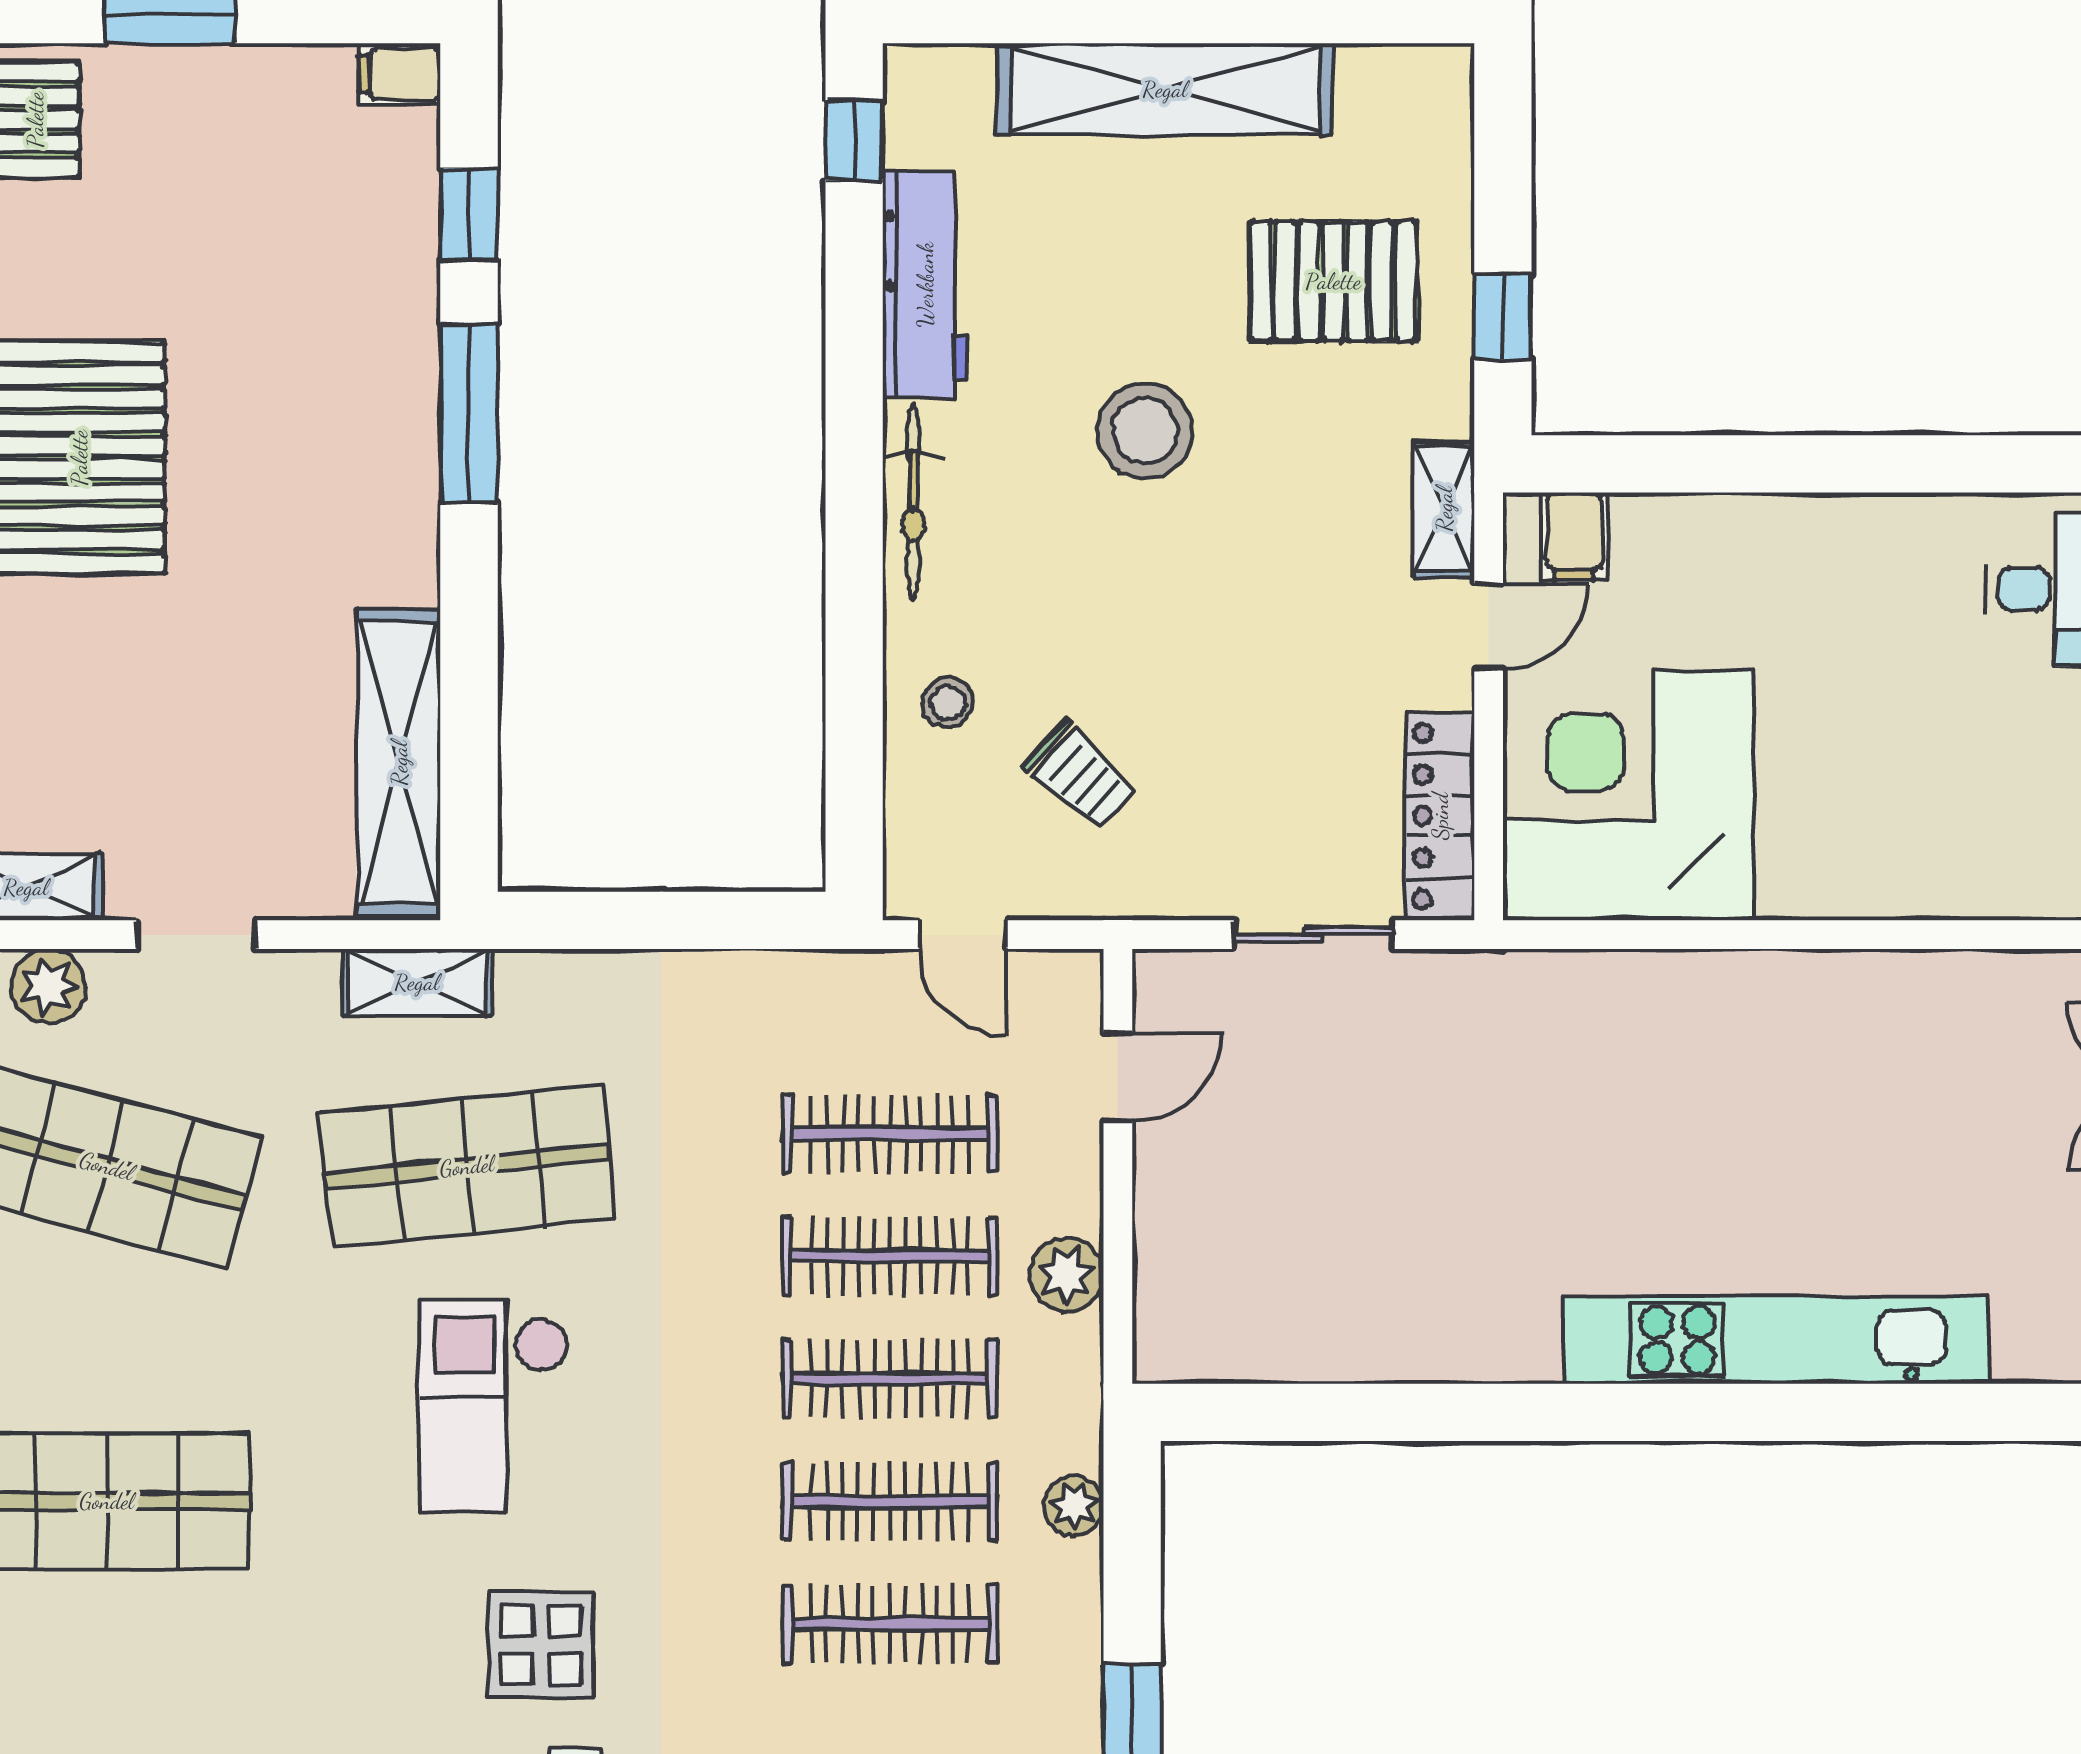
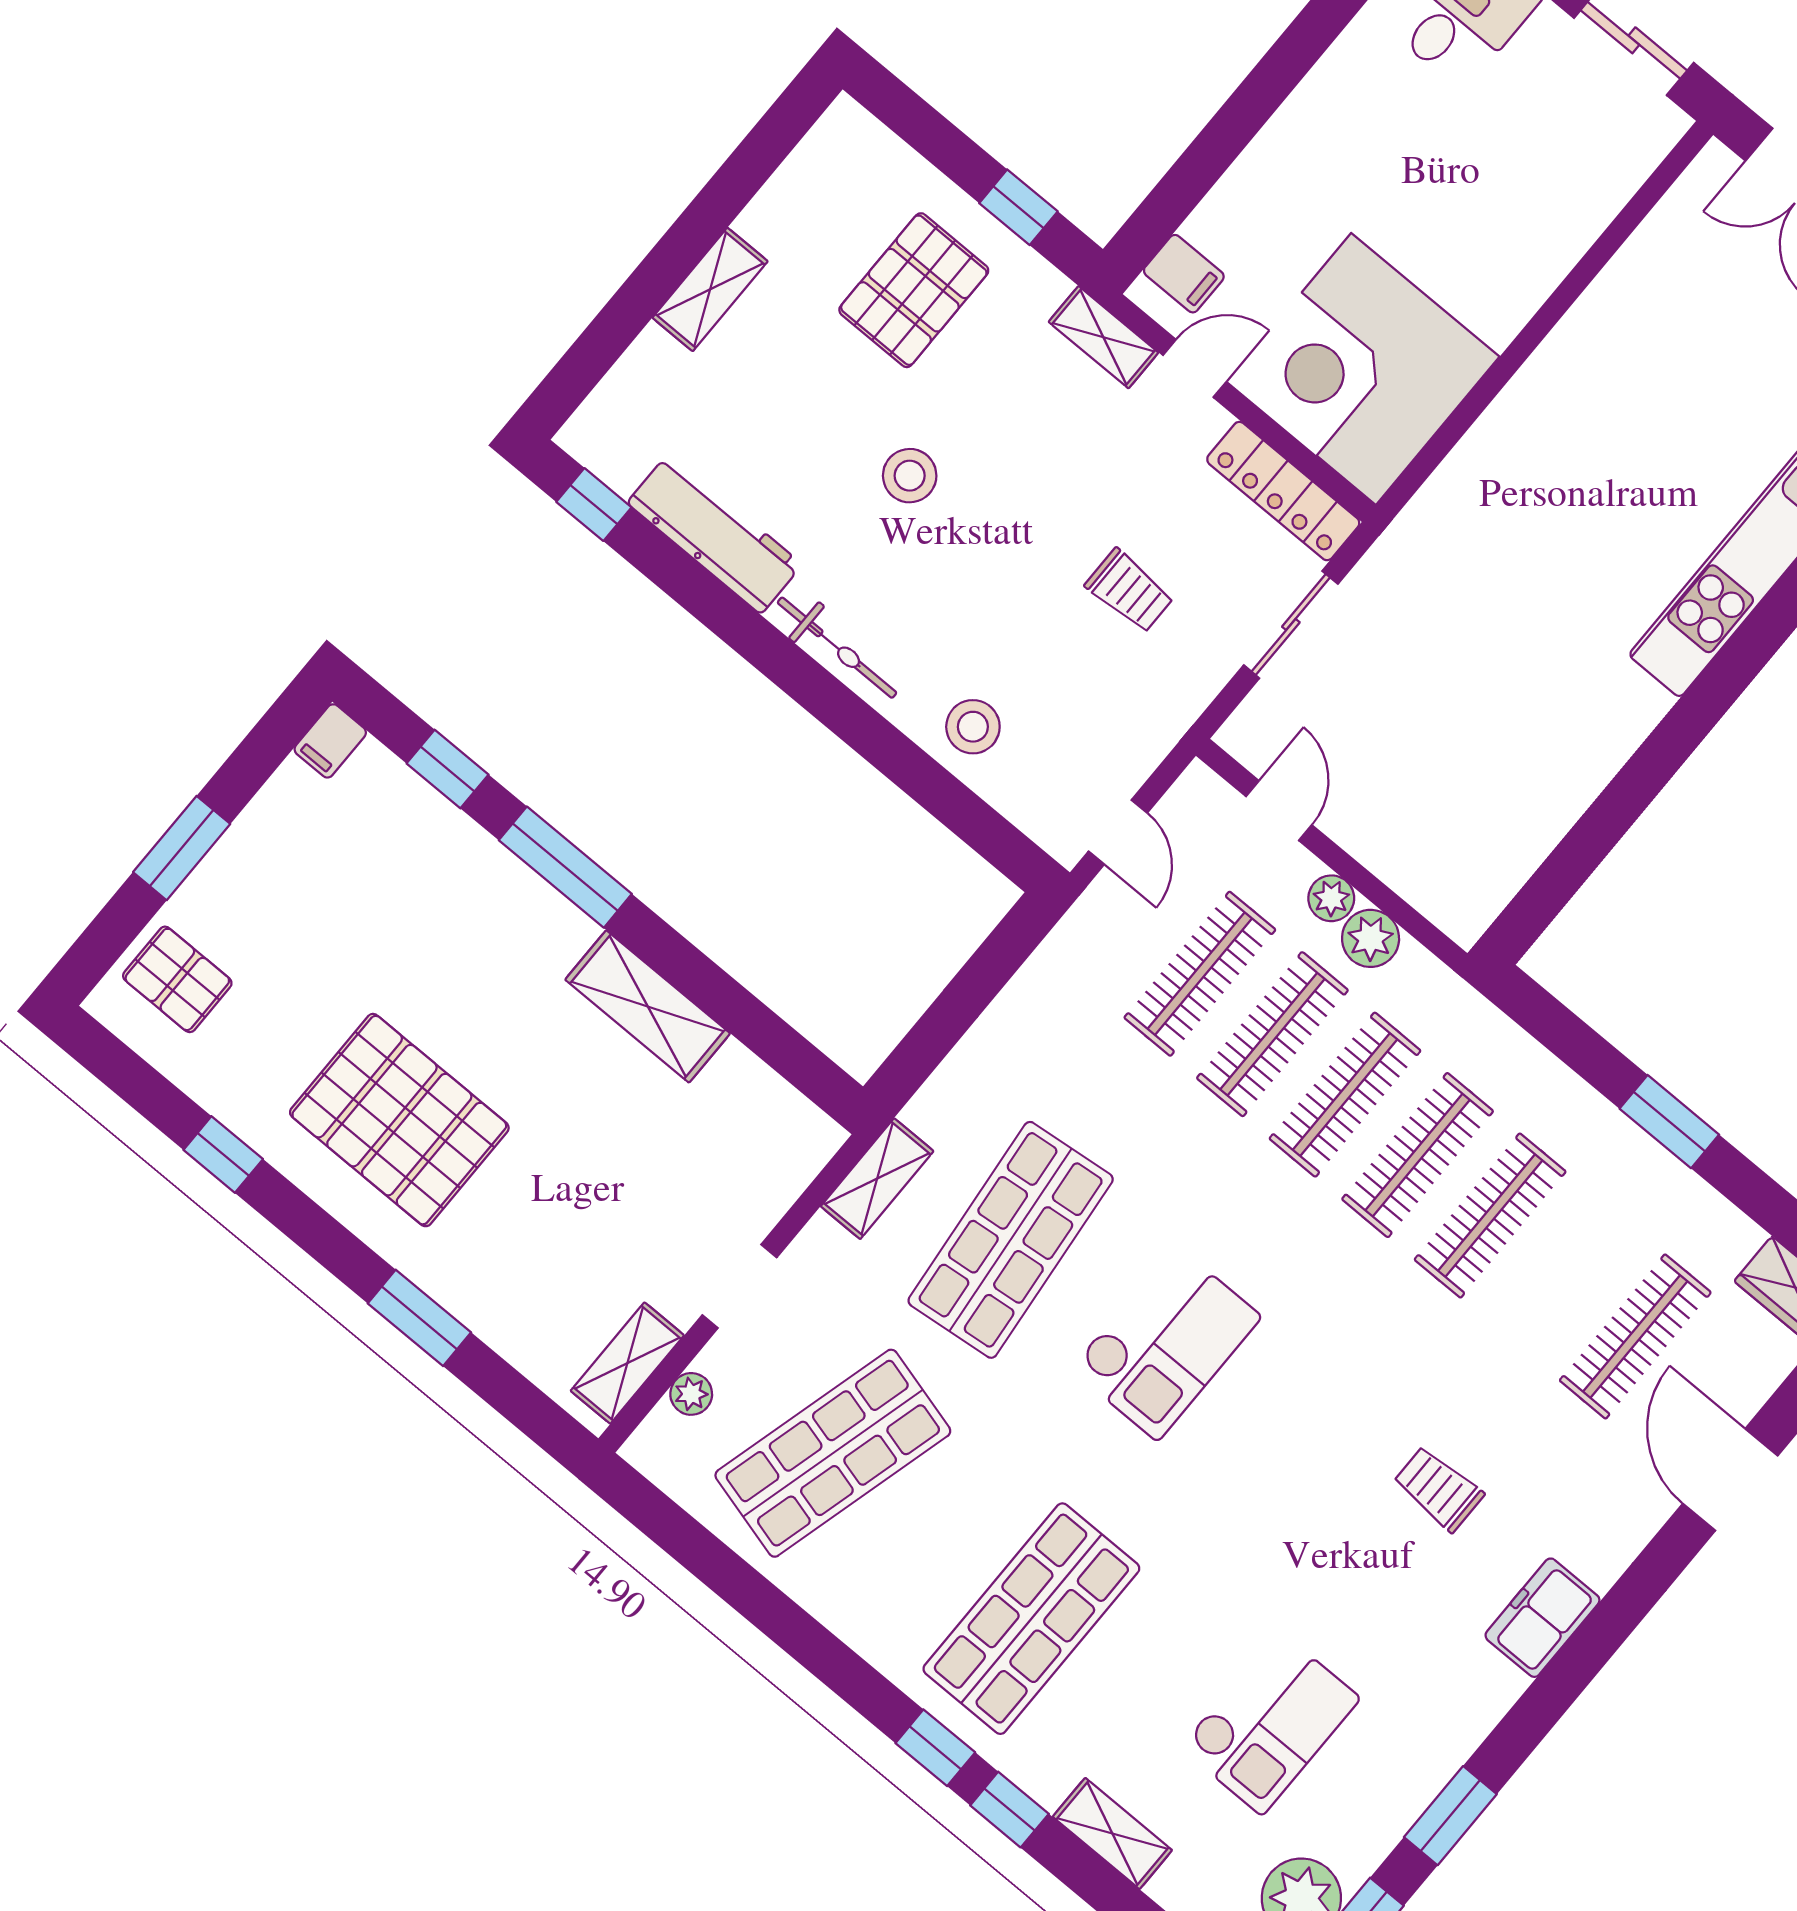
shelving: (1165, 89) -> (710, 289), width x0.45, depth x0.75
stool: (1145, 431) -> (910, 476), width x0.73, depth x0.73
door: (1489, 626) -> (1195, 368), hinge flipped
stool: (947, 703) -> (973, 727), width x1.37, depth x1.37
shelving: (399, 763) -> (648, 1006), moved, width x0.68
trolley: (1080, 776) -> (1129, 591), moved, turned 48
door: (963, 935) -> (1118, 832), hinge flipped
plant: (48, 986) -> (691, 1394), width x0.73, depth x0.73
checkout: (494, 1406) -> (1166, 1343), turned -90
plant: (1074, 1506) -> (1331, 898), moved
display table: (541, 1645) -> (1330, 1432), removed

